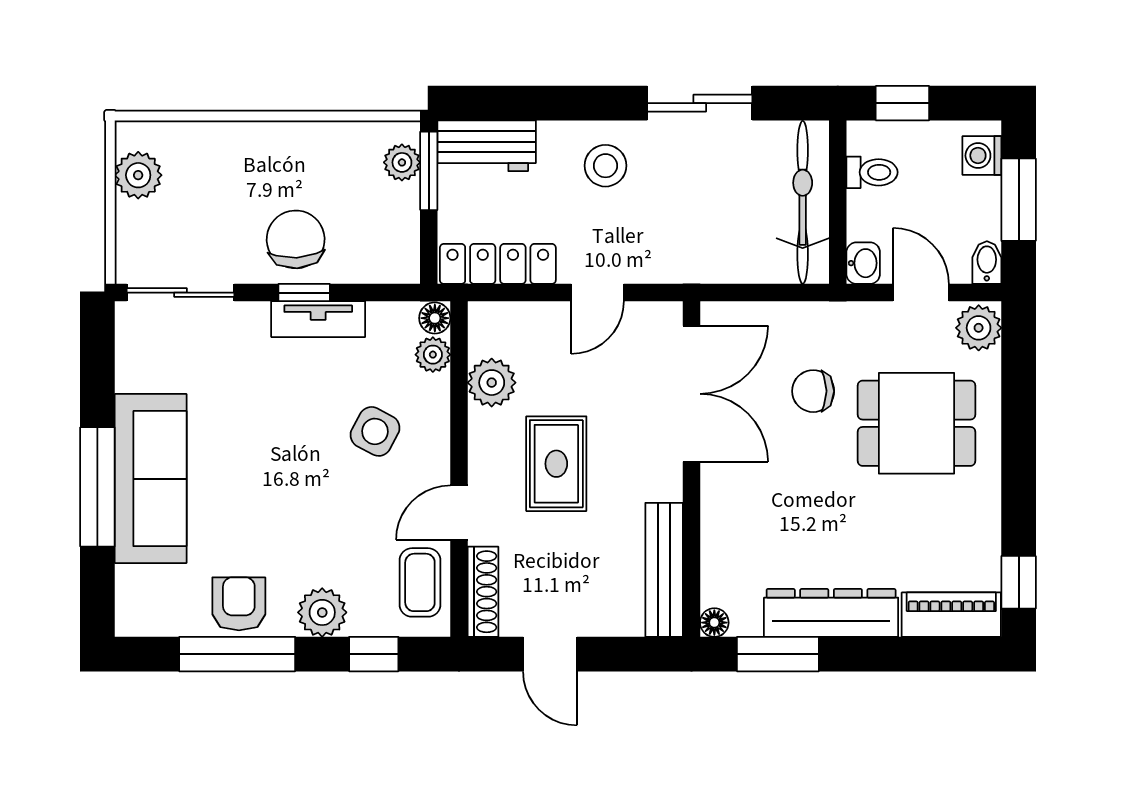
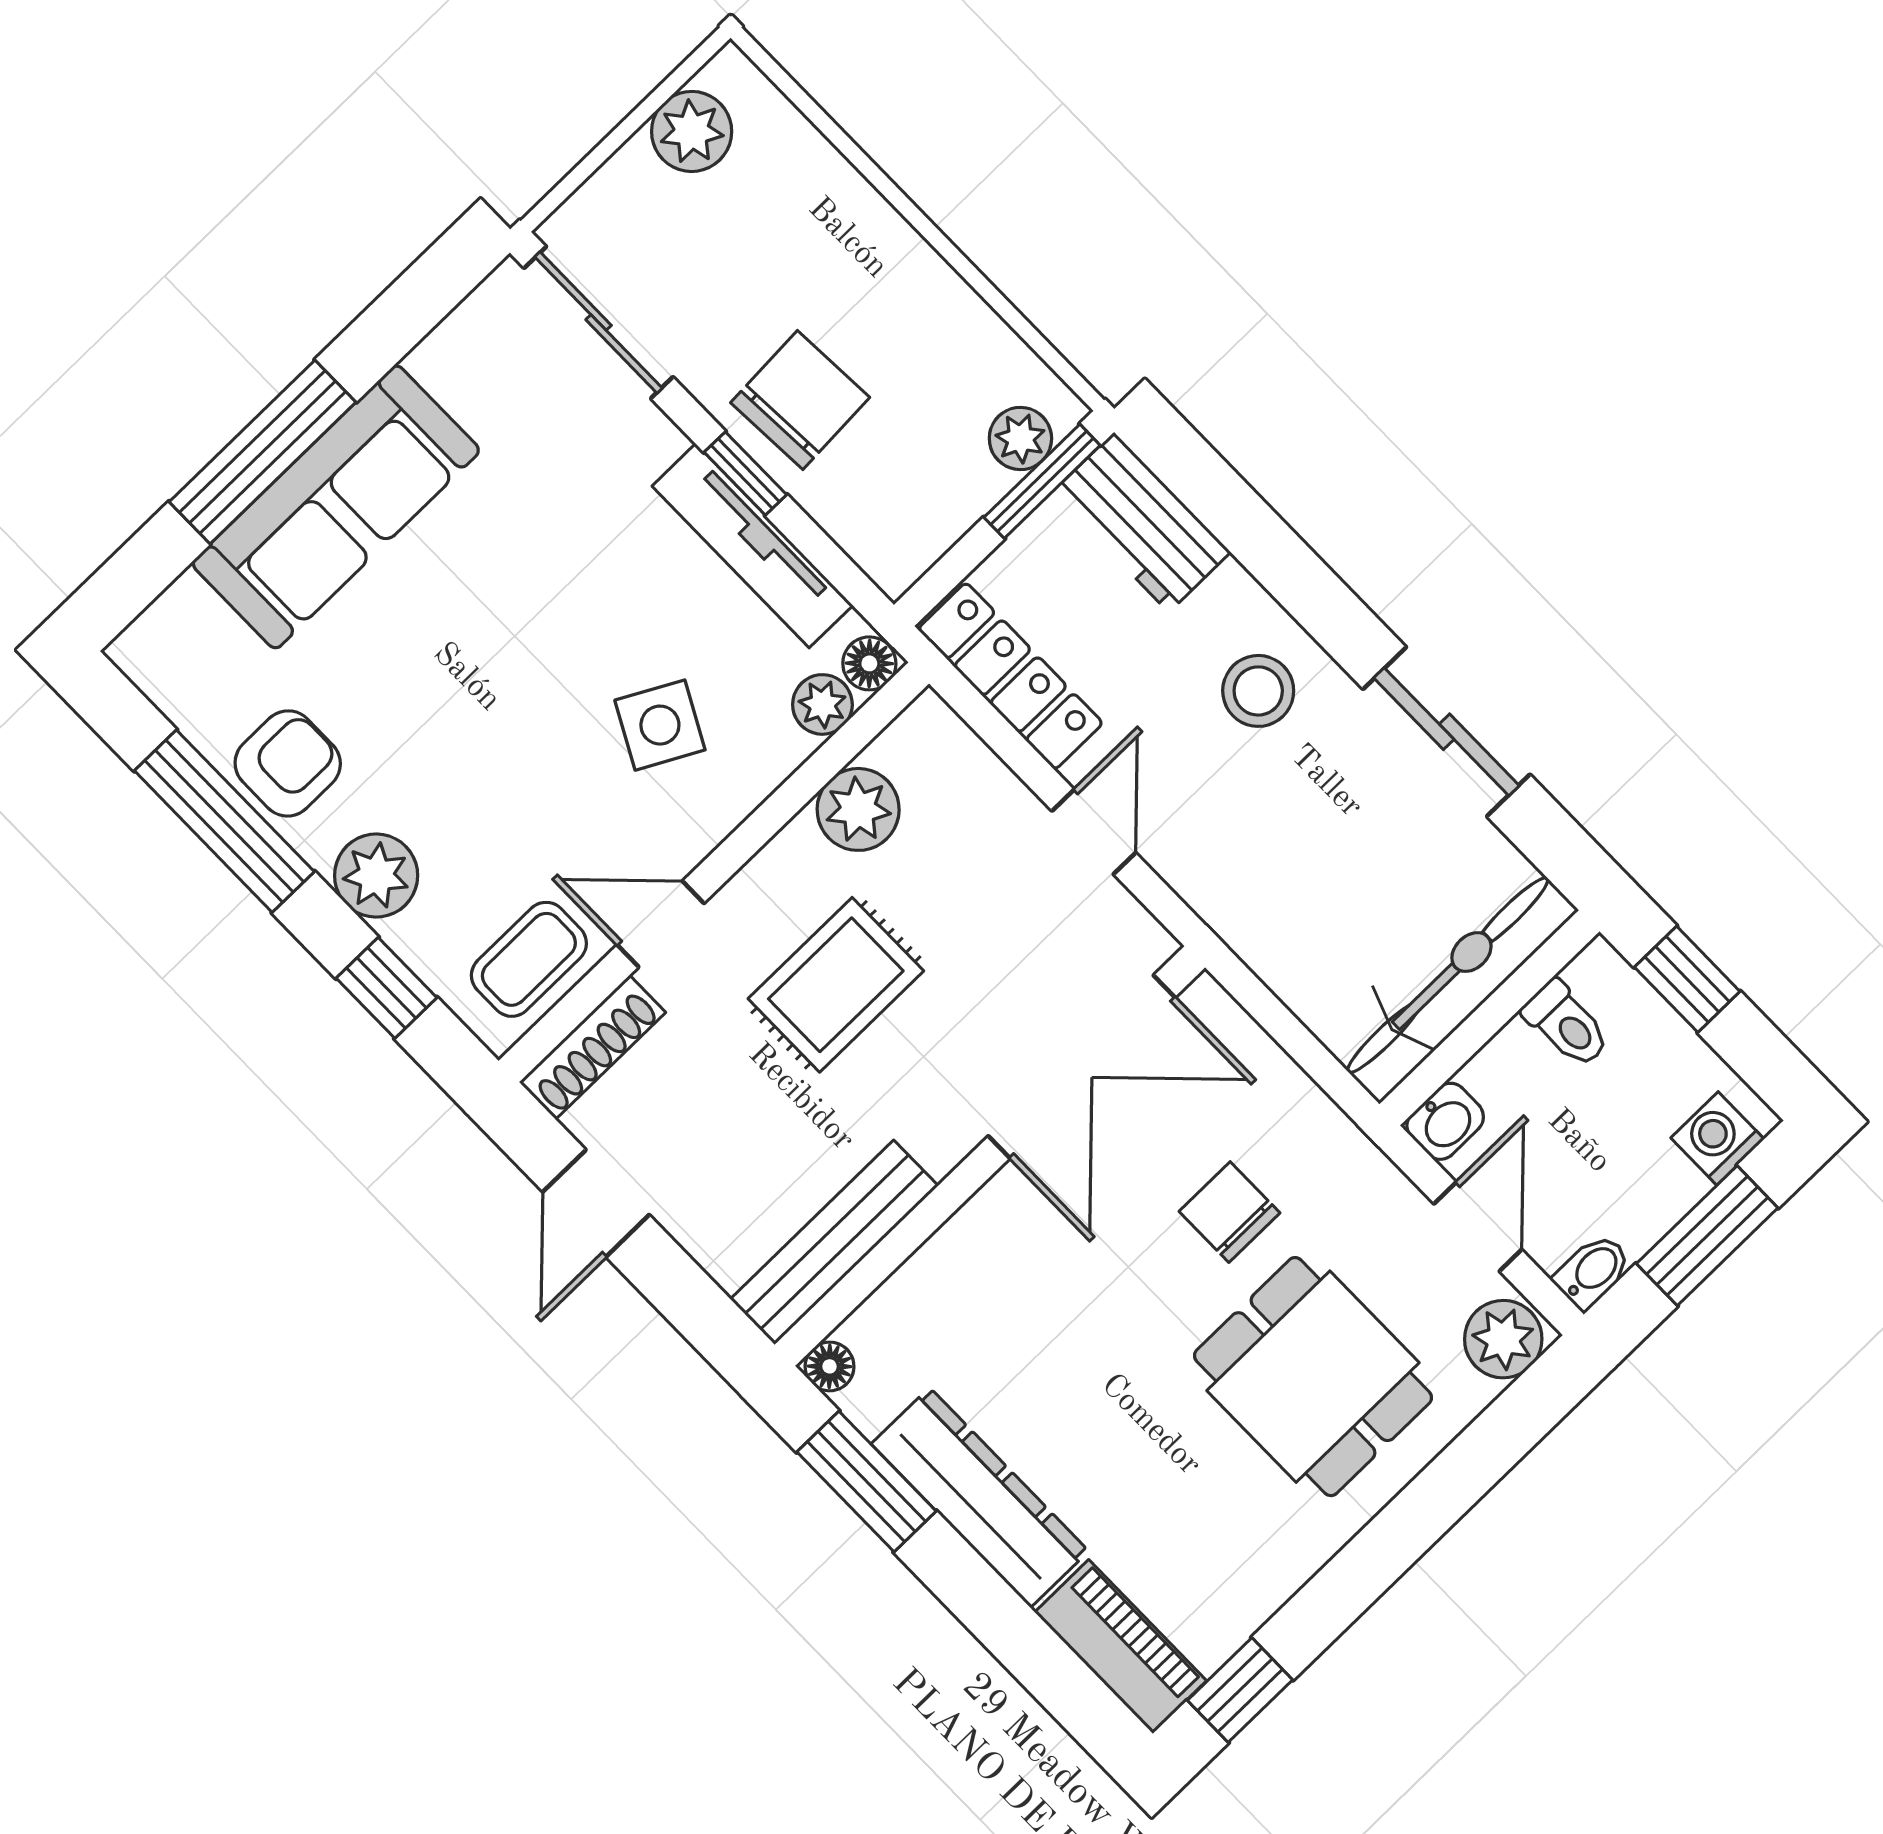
door: (598, 293) -> (1094, 832), swing flipped
tv unit: (318, 319) -> (752, 546), width x1.41

